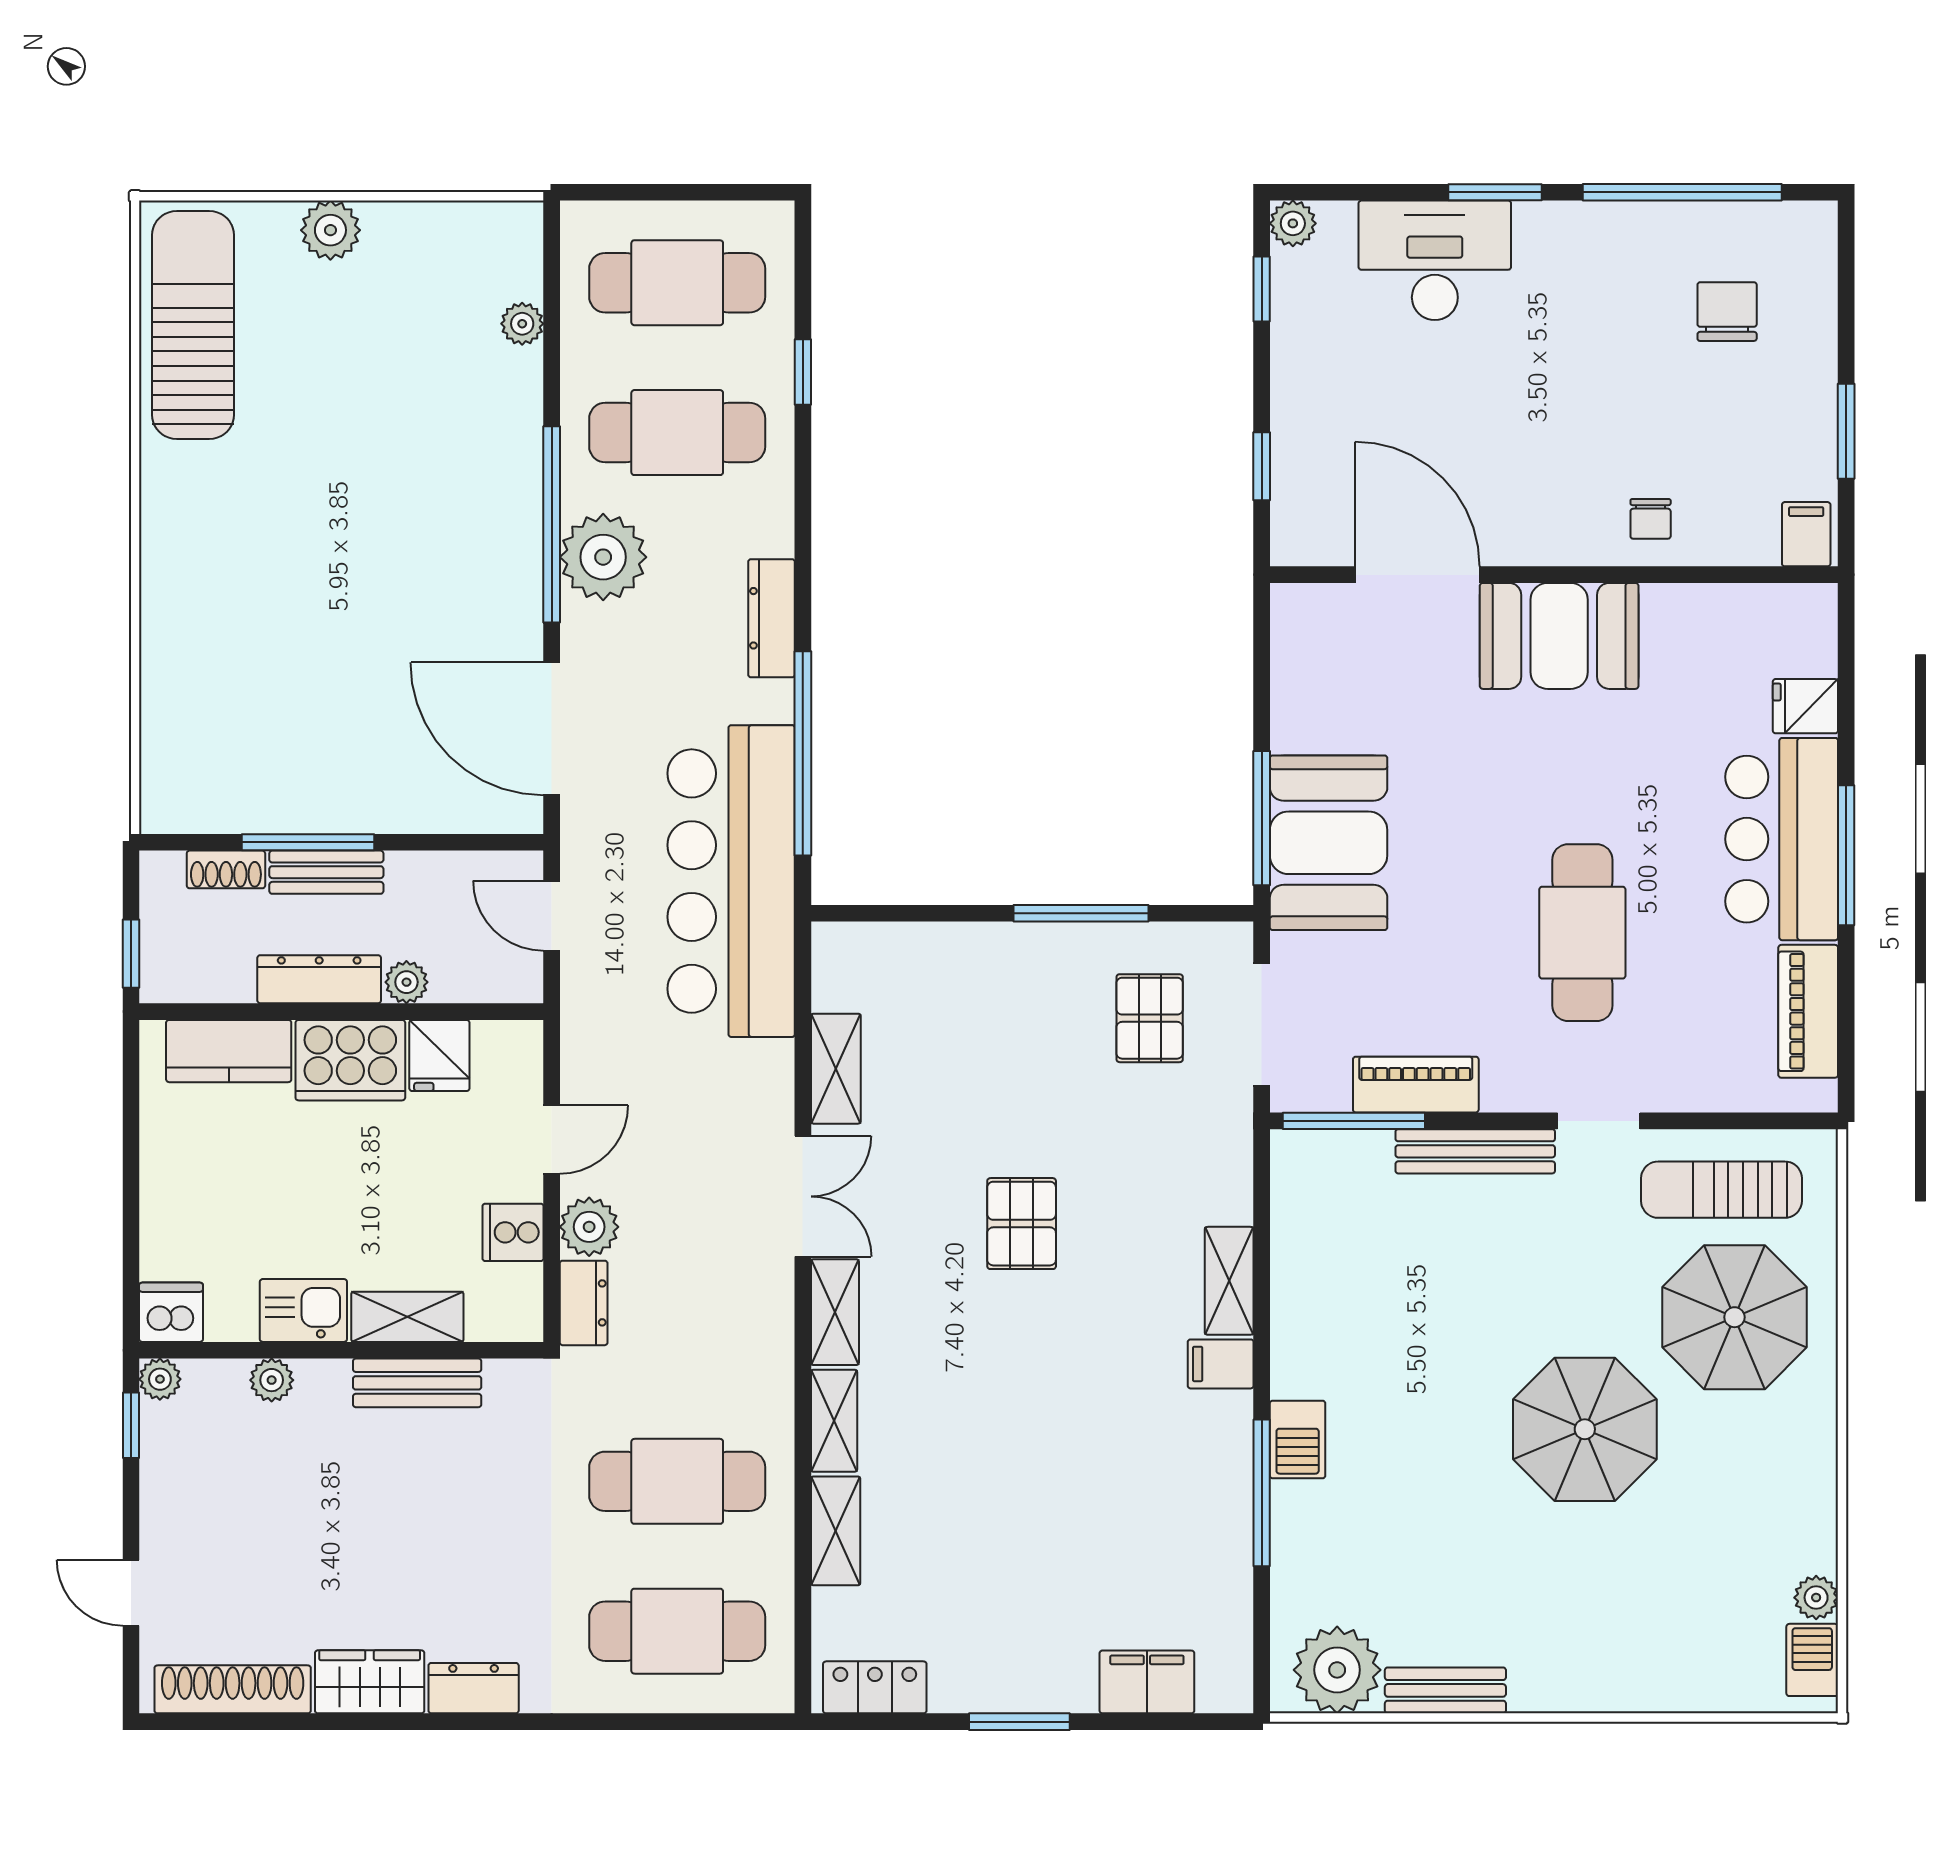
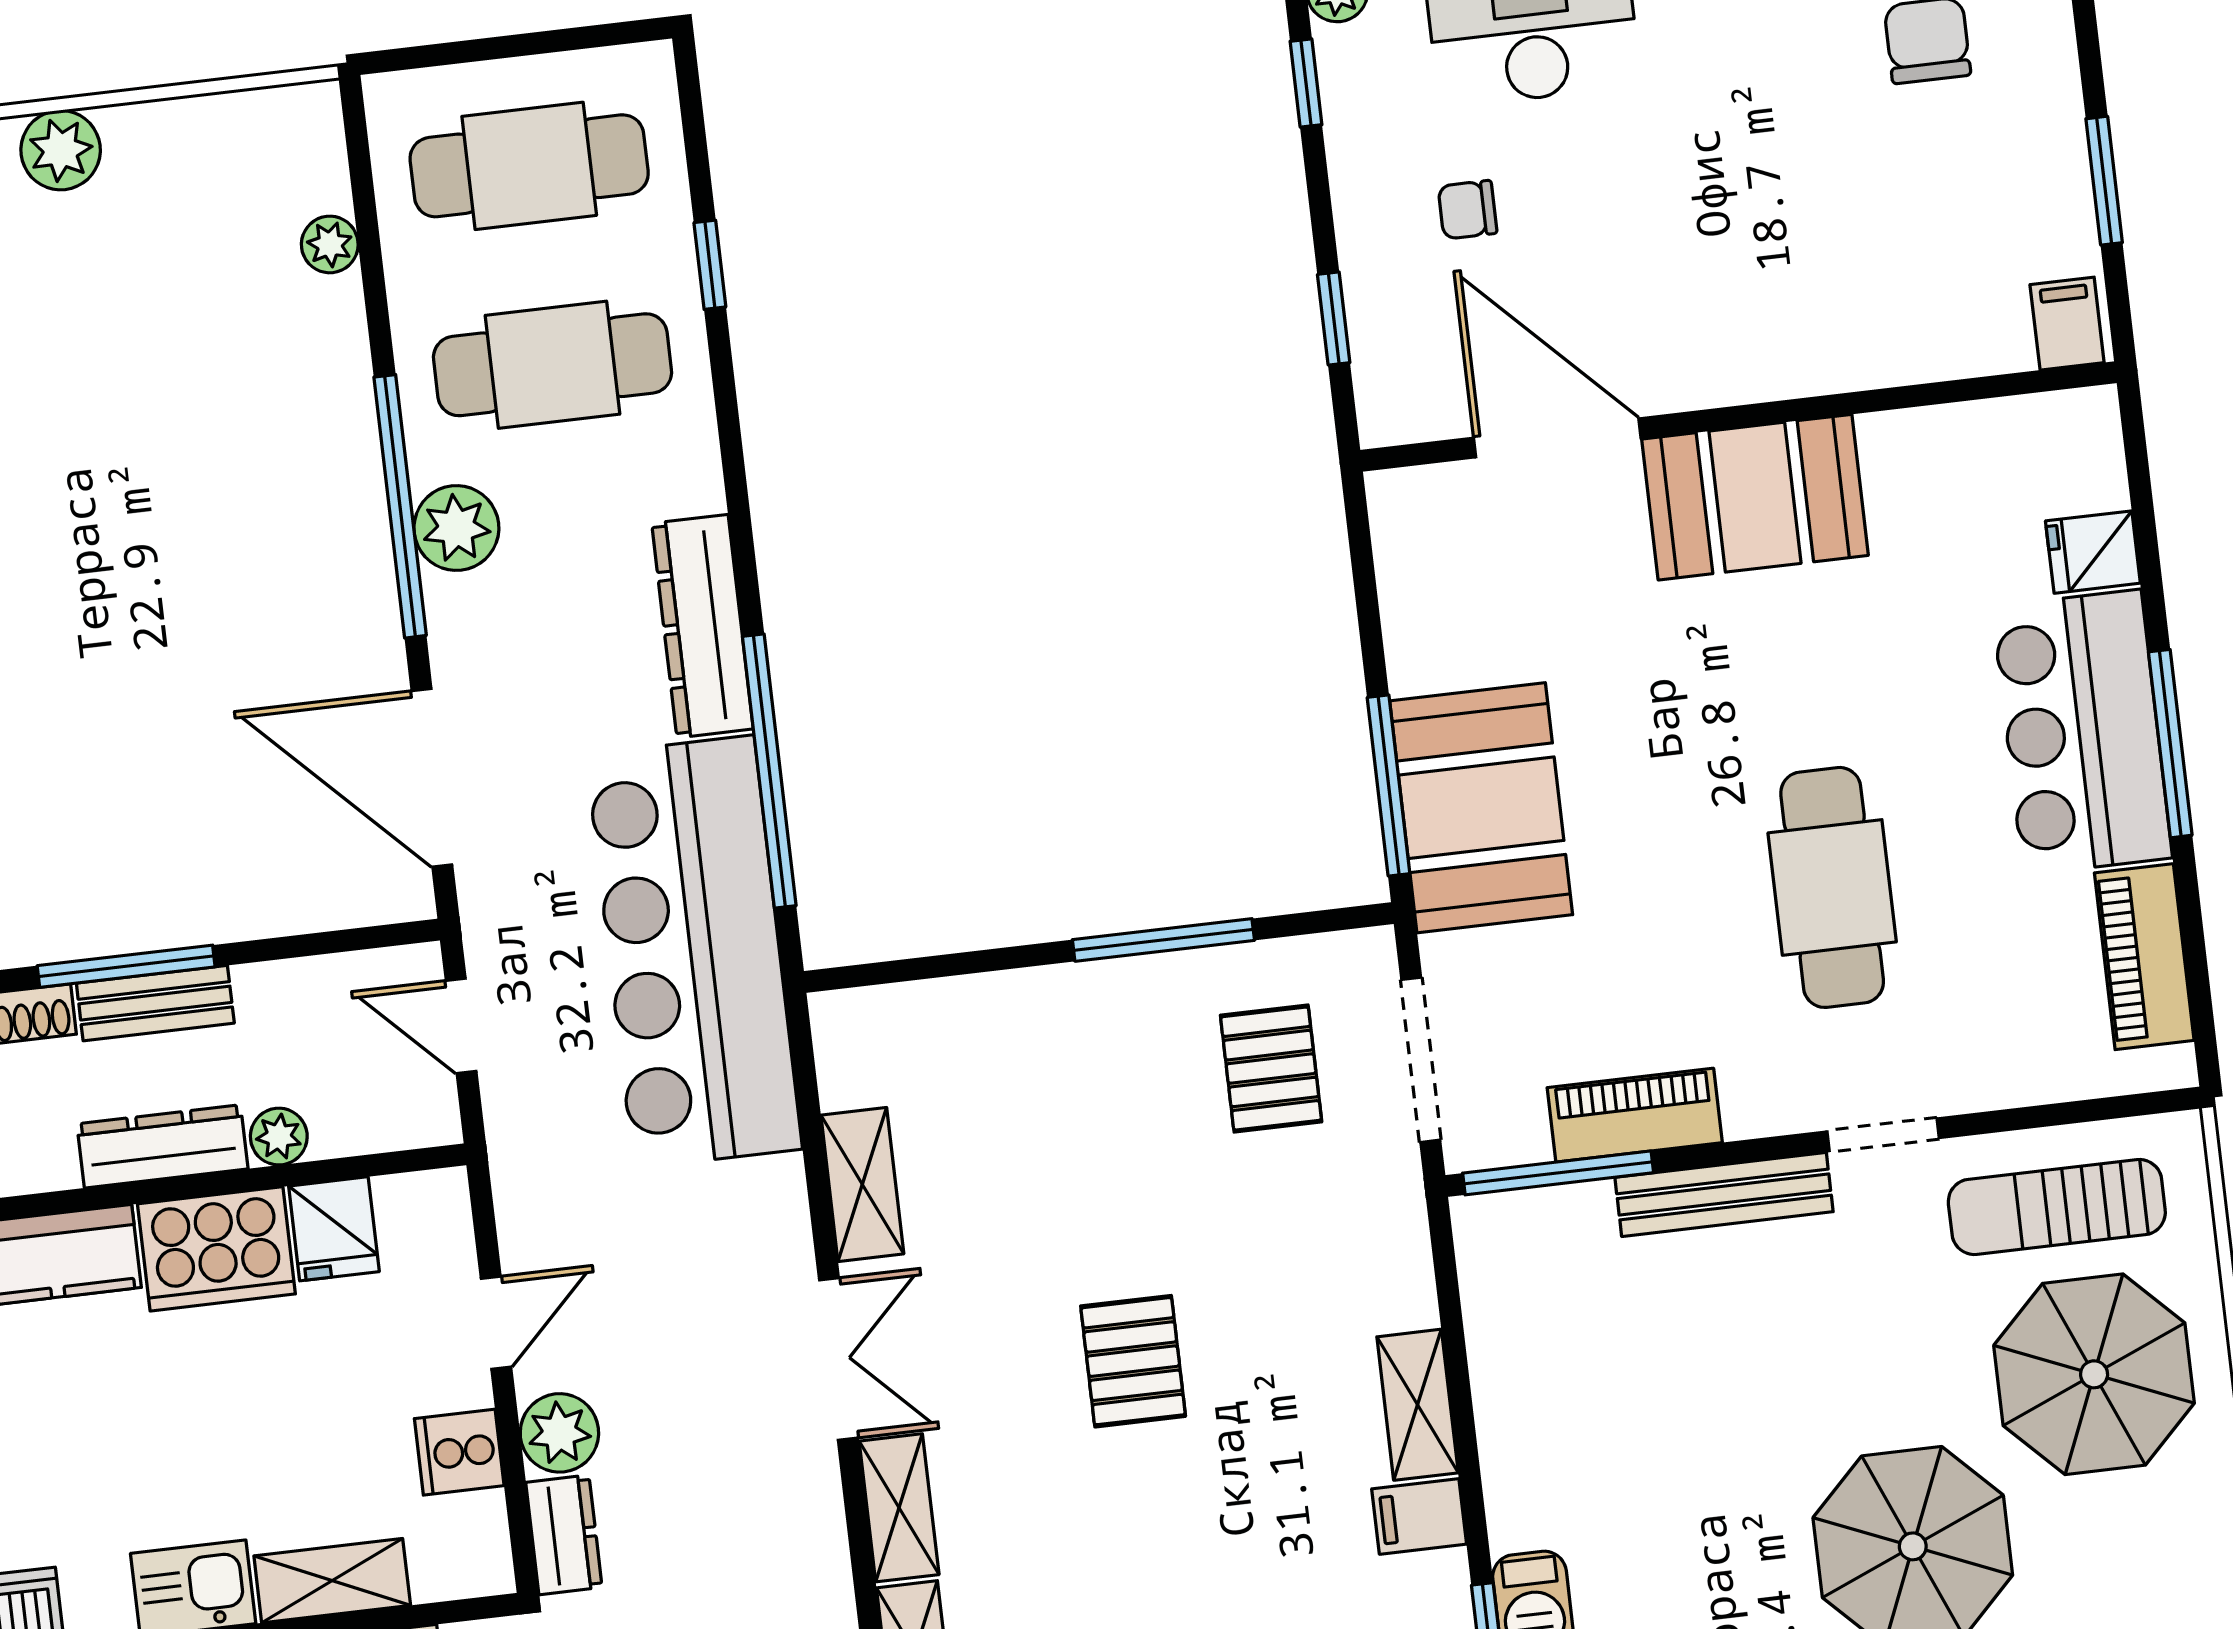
chair: (1651, 519) -> (1467, 210), moved, turned 90
plant: (603, 557) -> (456, 528), width x0.73, depth x0.73
dresser: (772, 618) -> (702, 626), width x1.37, depth x1.24

